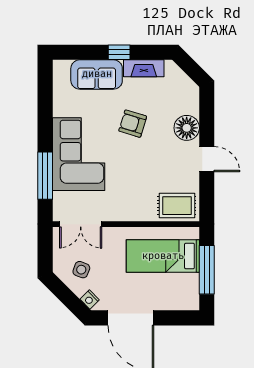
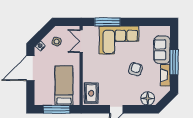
window: (119, 52) -> (174, 62), width x2.17
floor lamp: (187, 128) -> (148, 98), moved

